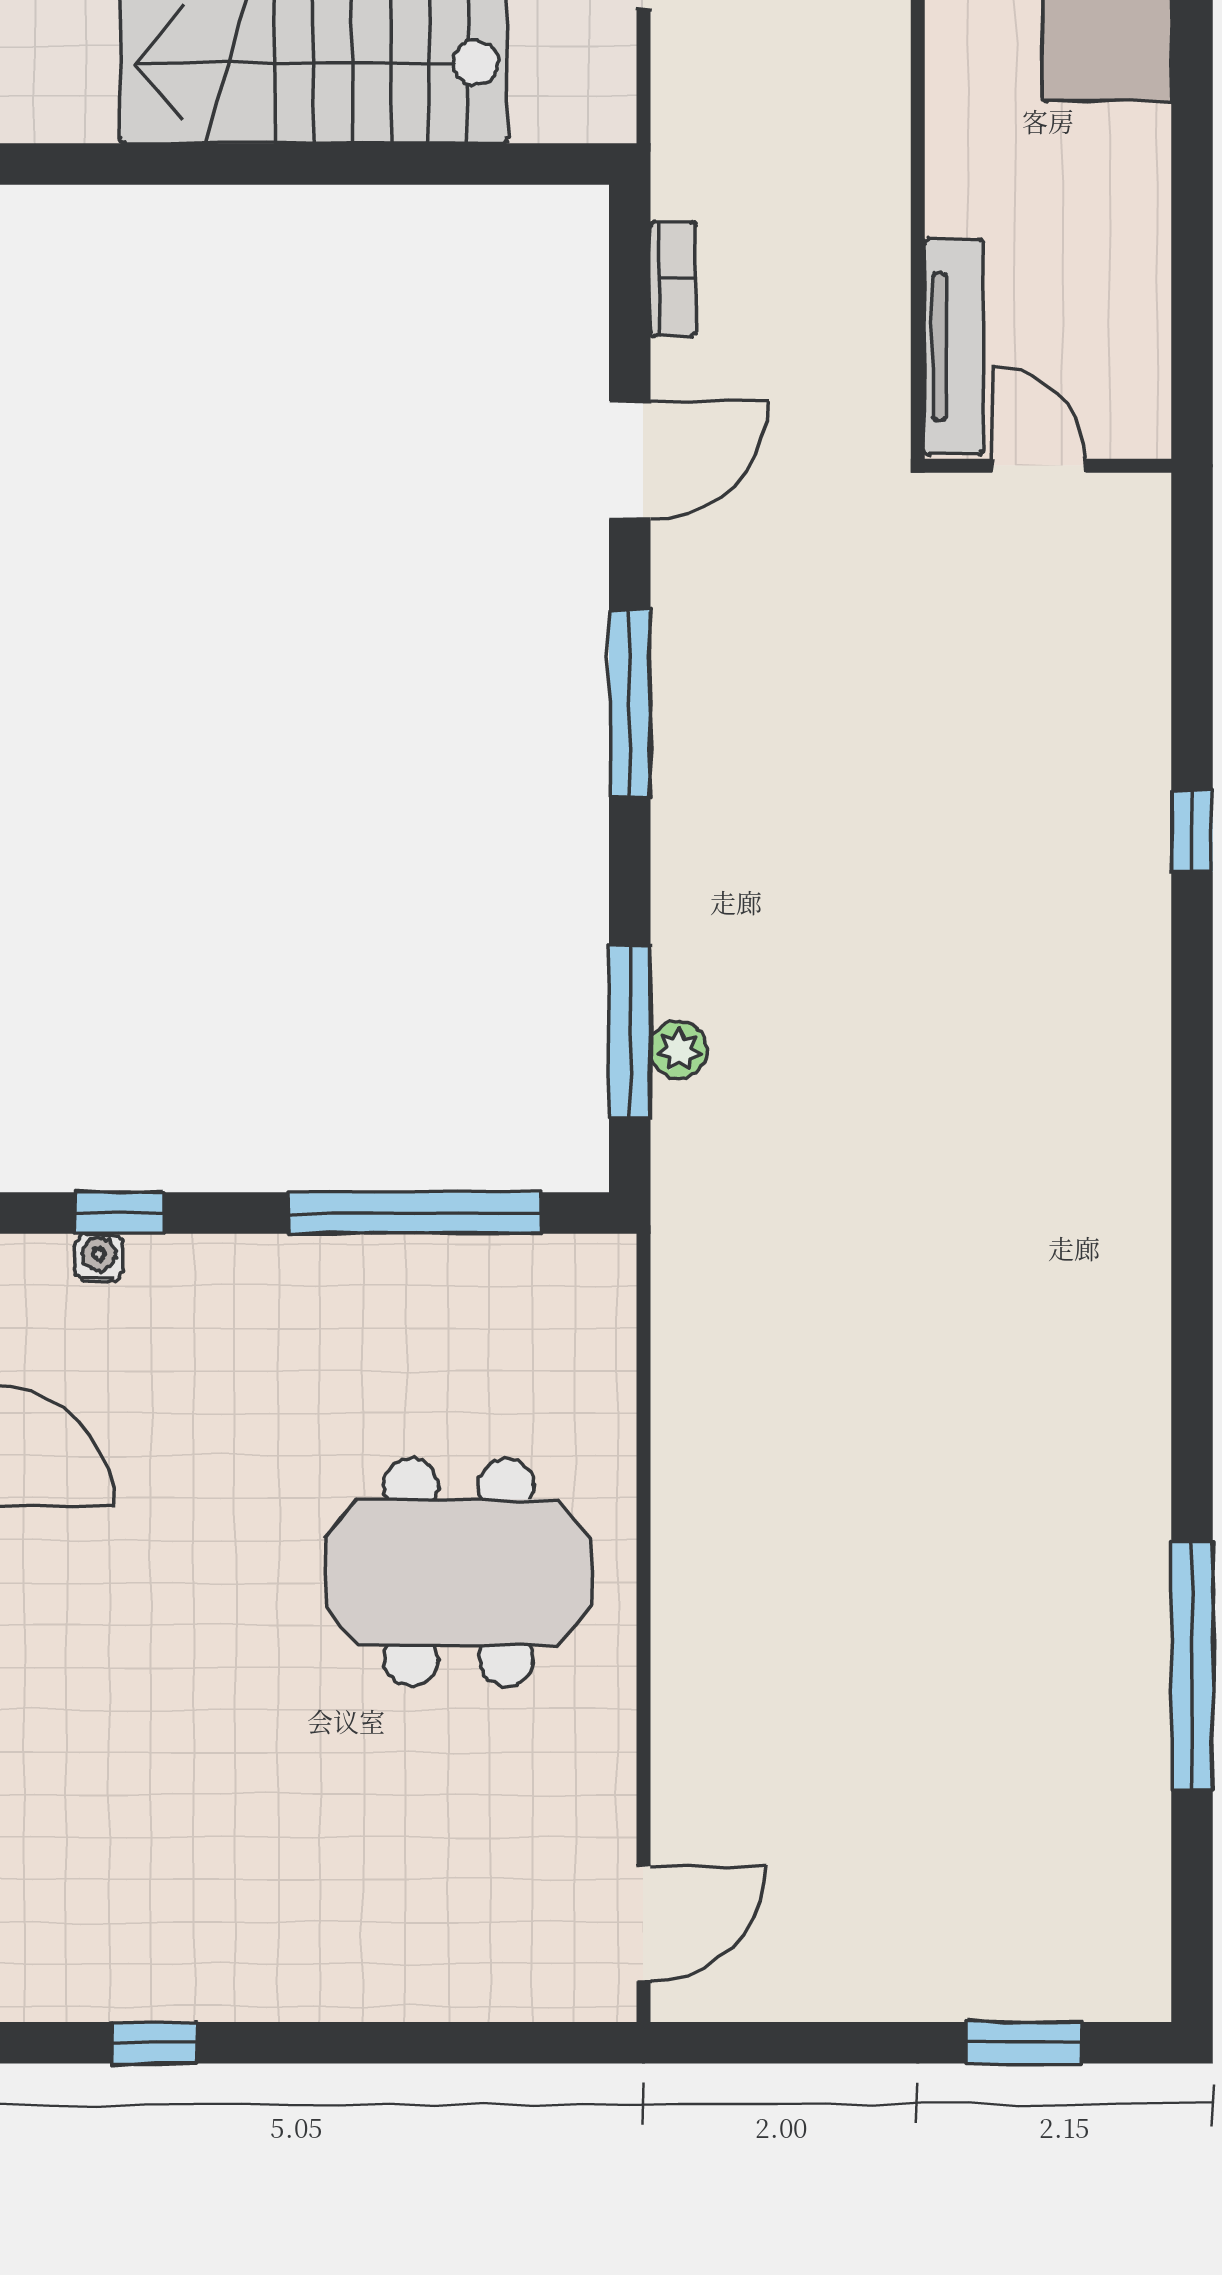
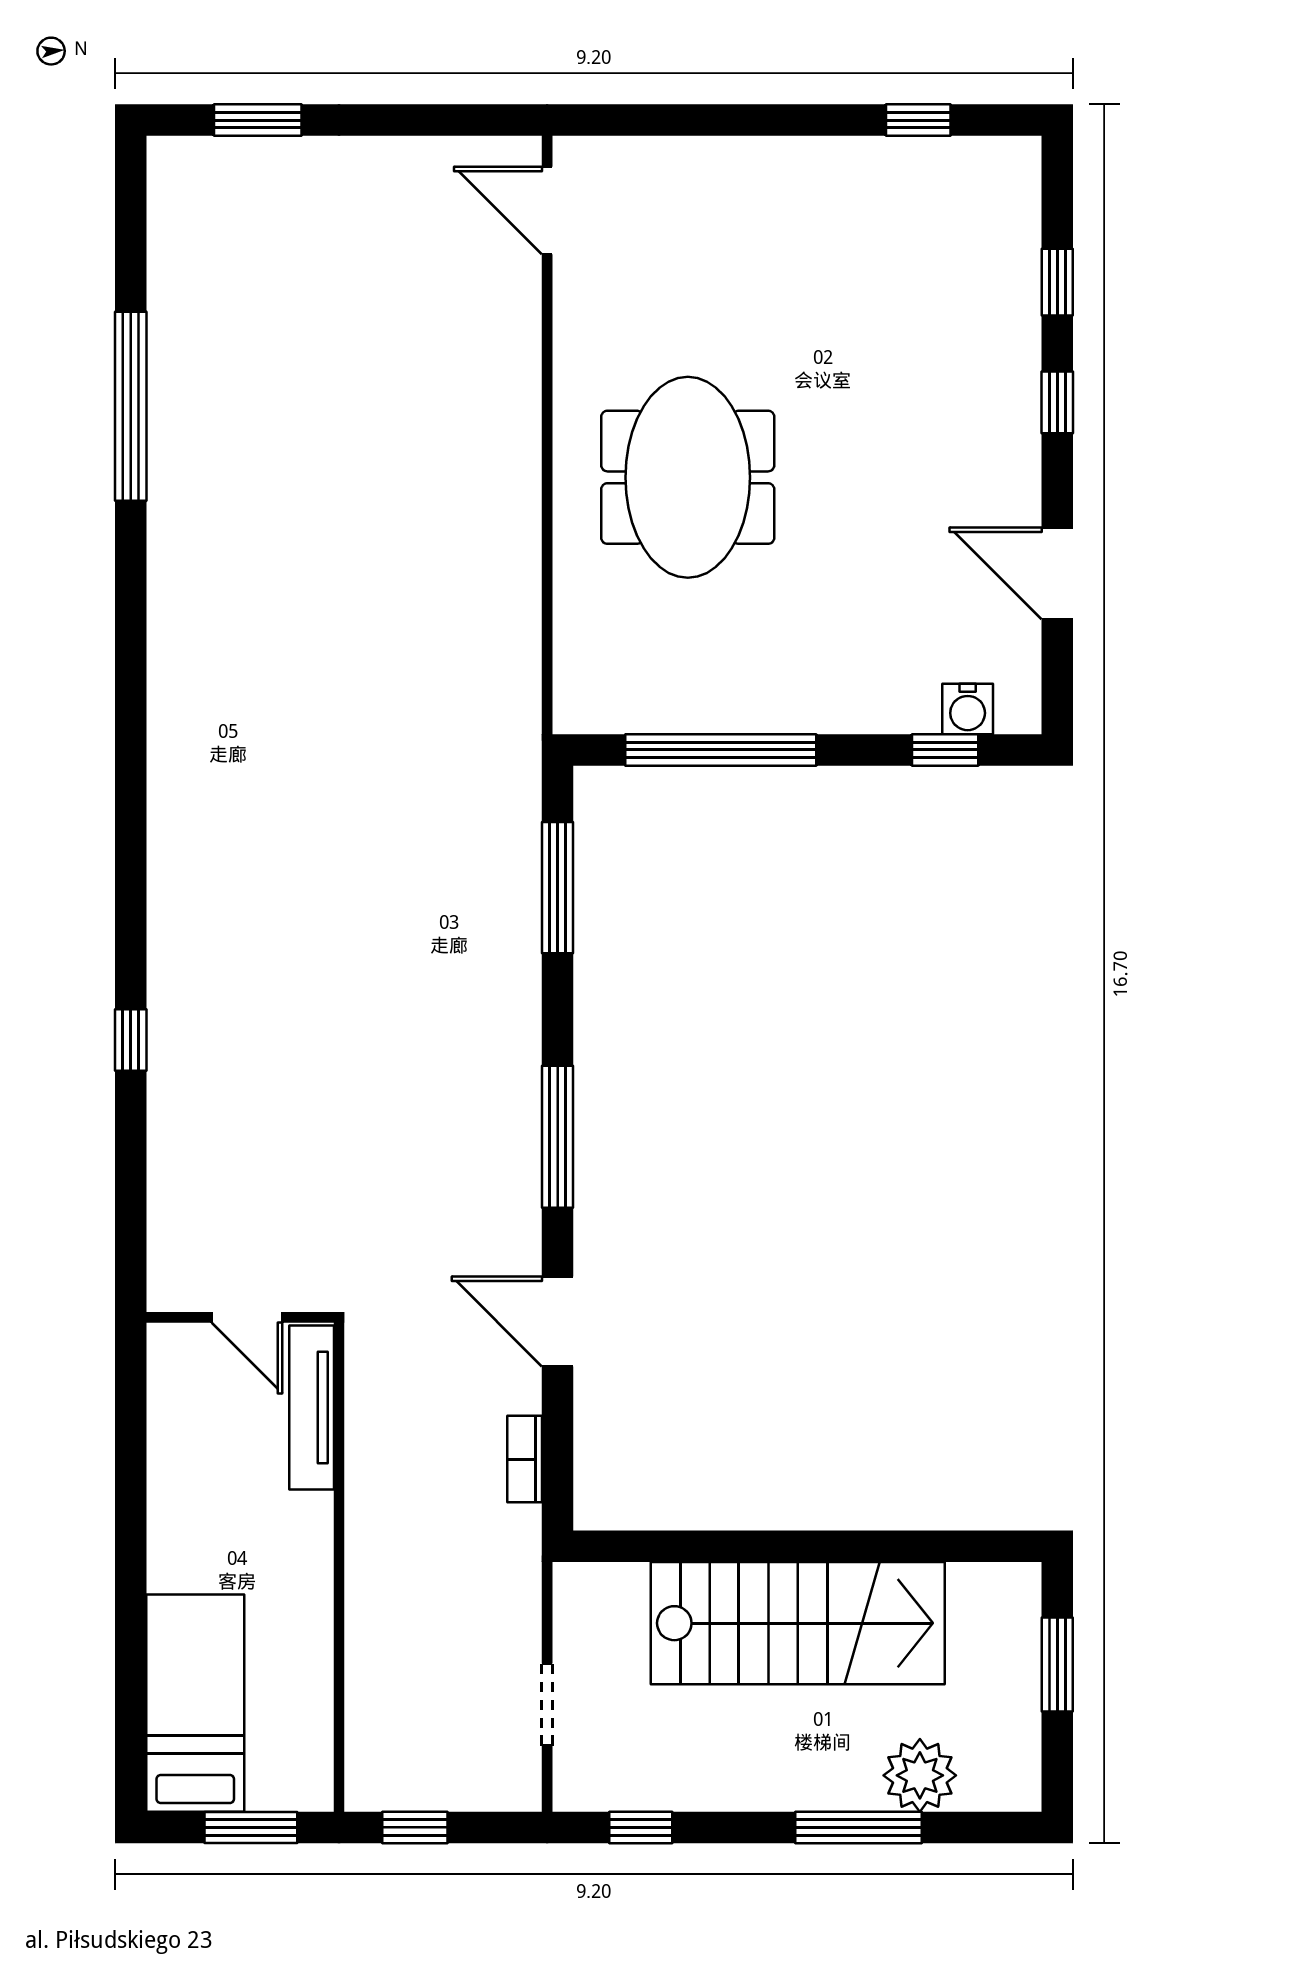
door: (630, 460) -> (558, 1321), hinge flipped
plant: (679, 1050) -> (520, 874), removed
water cooler: (99, 1258) -> (968, 709), width x1.38, depth x1.38
meeting table: (458, 1572) -> (688, 477), turned 90
door: (643, 1924) -> (547, 211), hinge flipped

